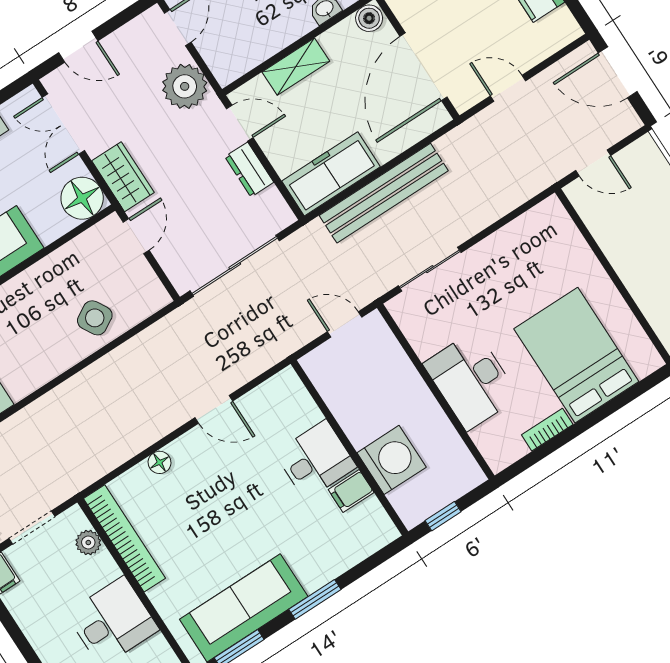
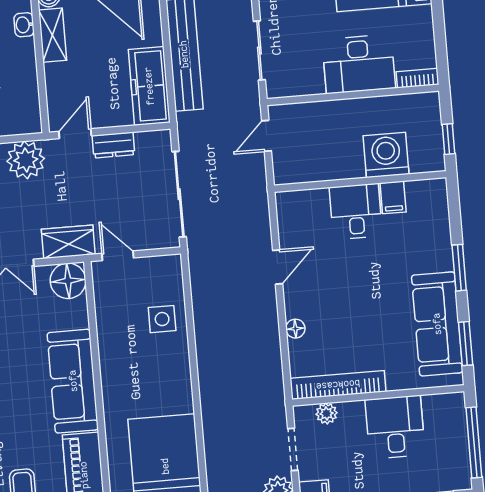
shelving: (296, 67) -> (53, 35), moved
side table: (95, 318) -> (162, 319), turned 30
bookcase: (547, 430) -> (417, 78), moved, turned 90

